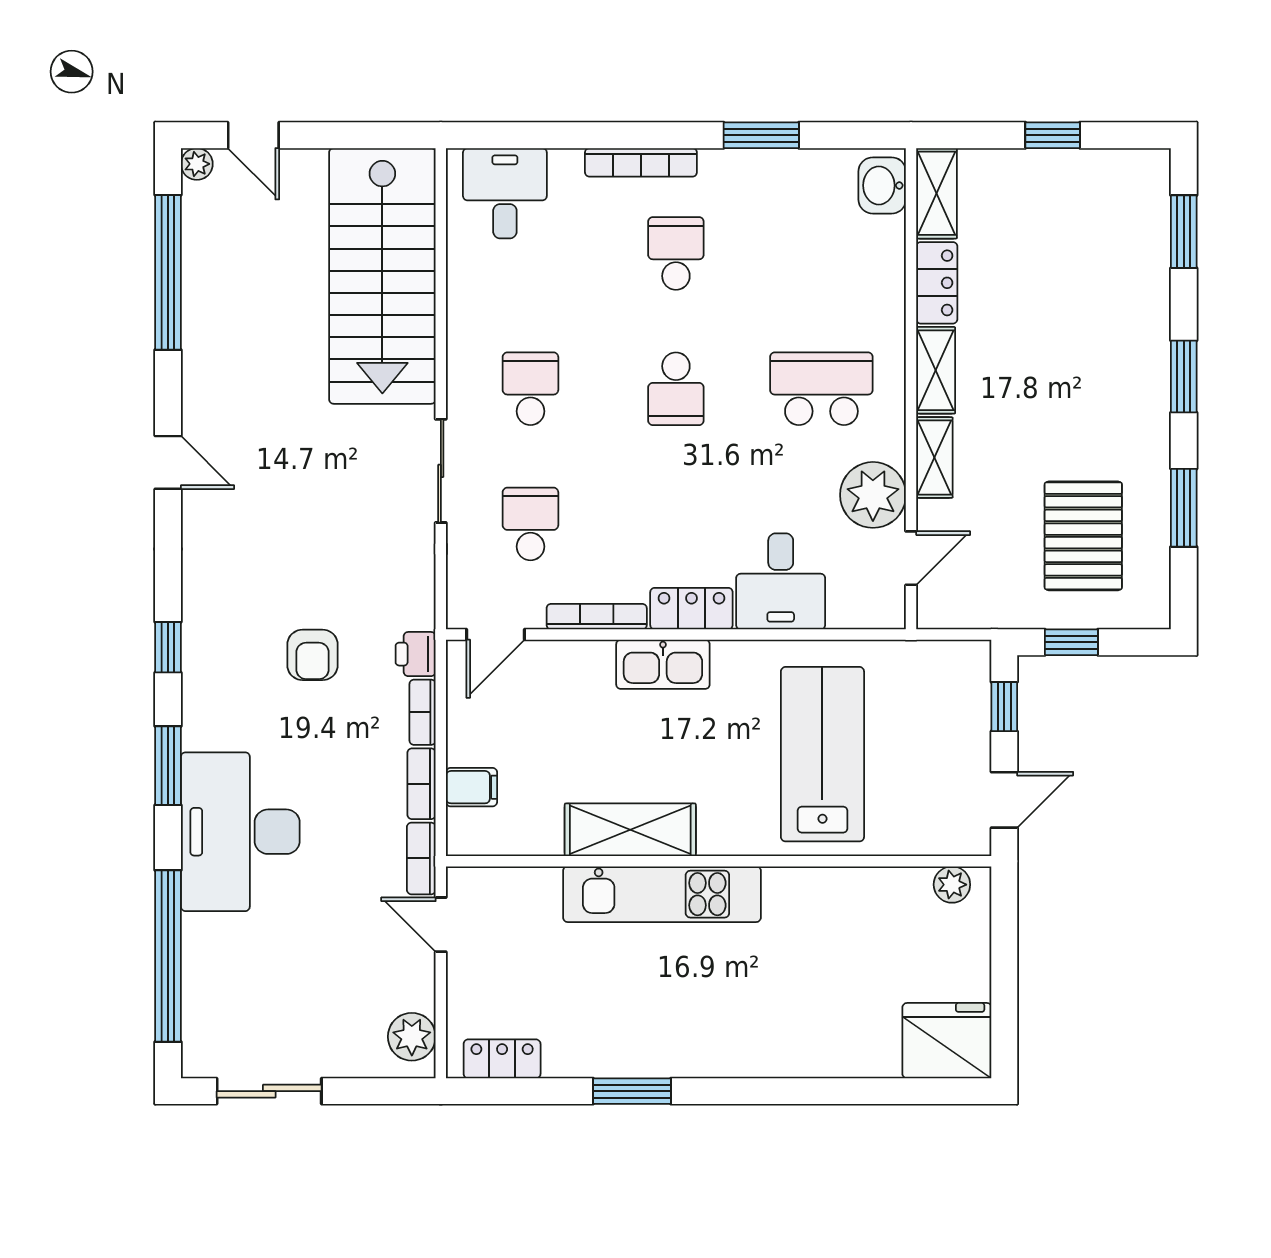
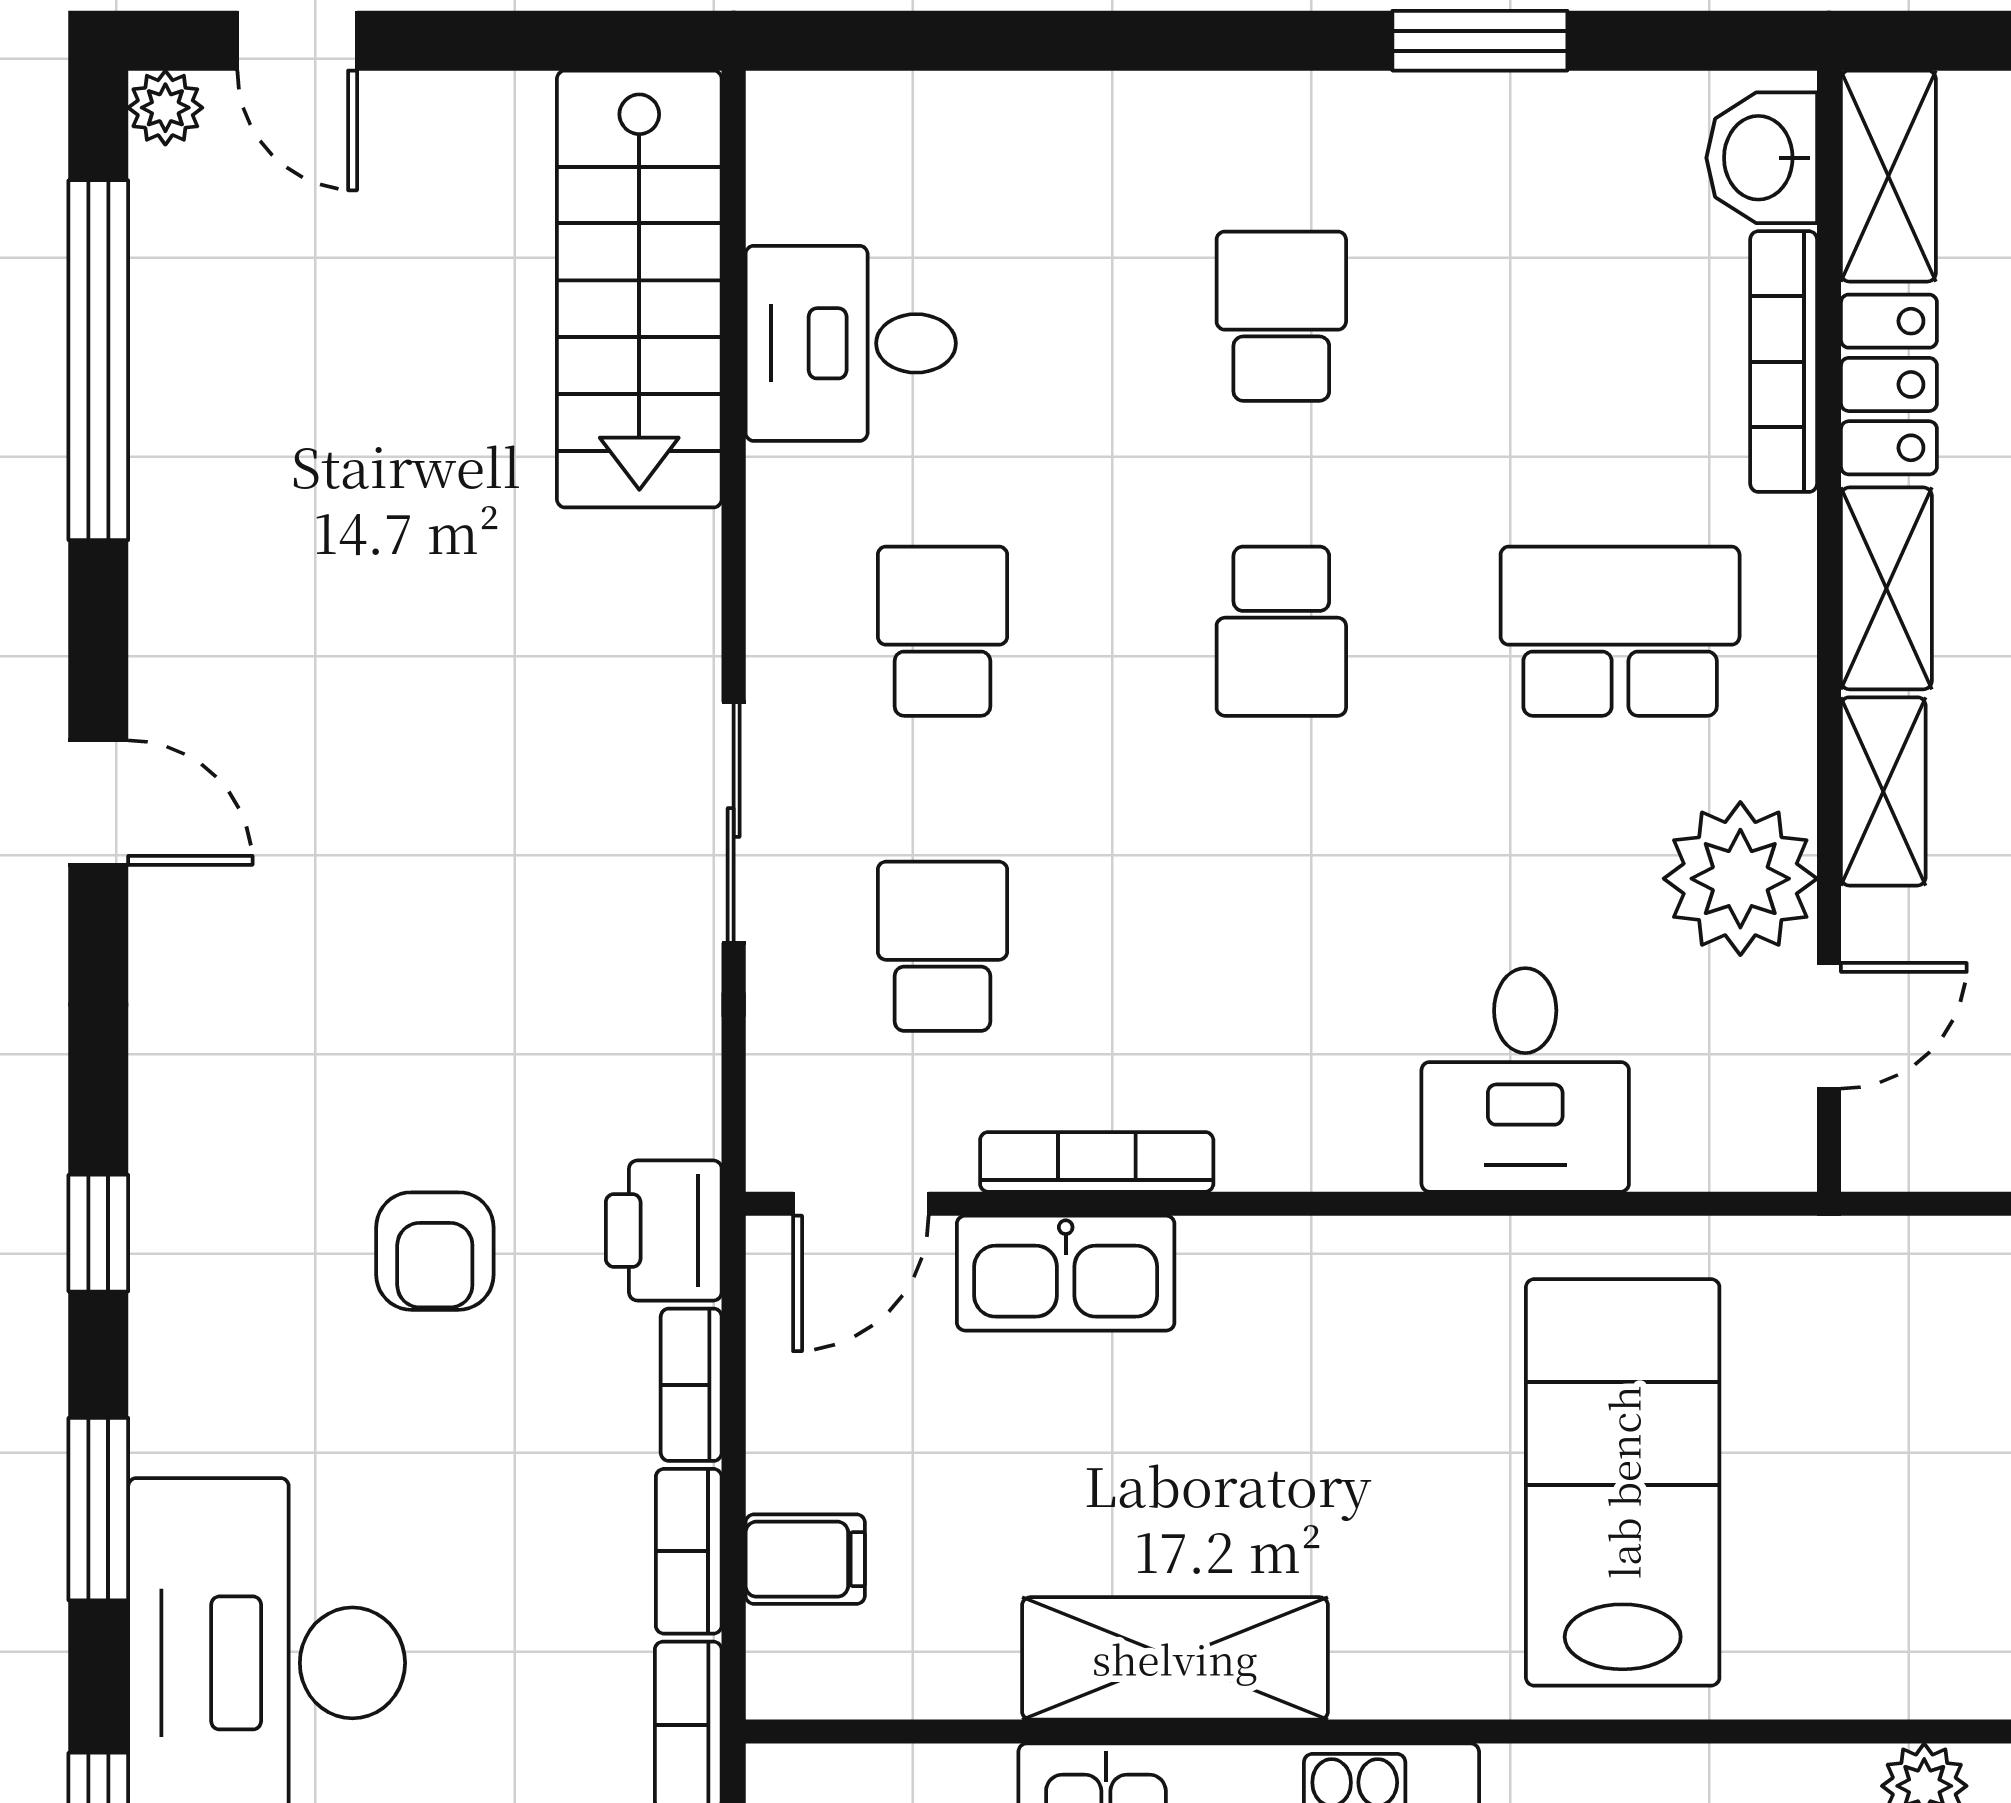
bookcase: (641, 162) -> (1784, 362), moved, turned 90
desk: (505, 193) -> (851, 343), moved, turned -90
stairs: (382, 276) -> (639, 289), width x0.73, depth x0.66
locker: (691, 609) -> (1317, 1143), removed
printer: (416, 654) -> (664, 1230), width x1.36, depth x1.24
kitchen sink: (663, 664) -> (1066, 1273), moved

